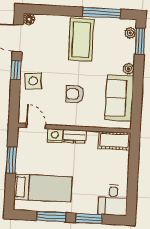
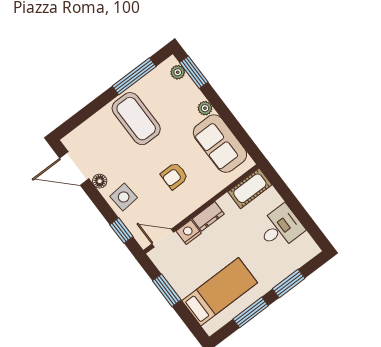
floor lamp: (29, 19) -> (100, 181), moved
window: (16, 70) -> (121, 231), moved
desk: (113, 200) -> (280, 228), moved, turned -90

